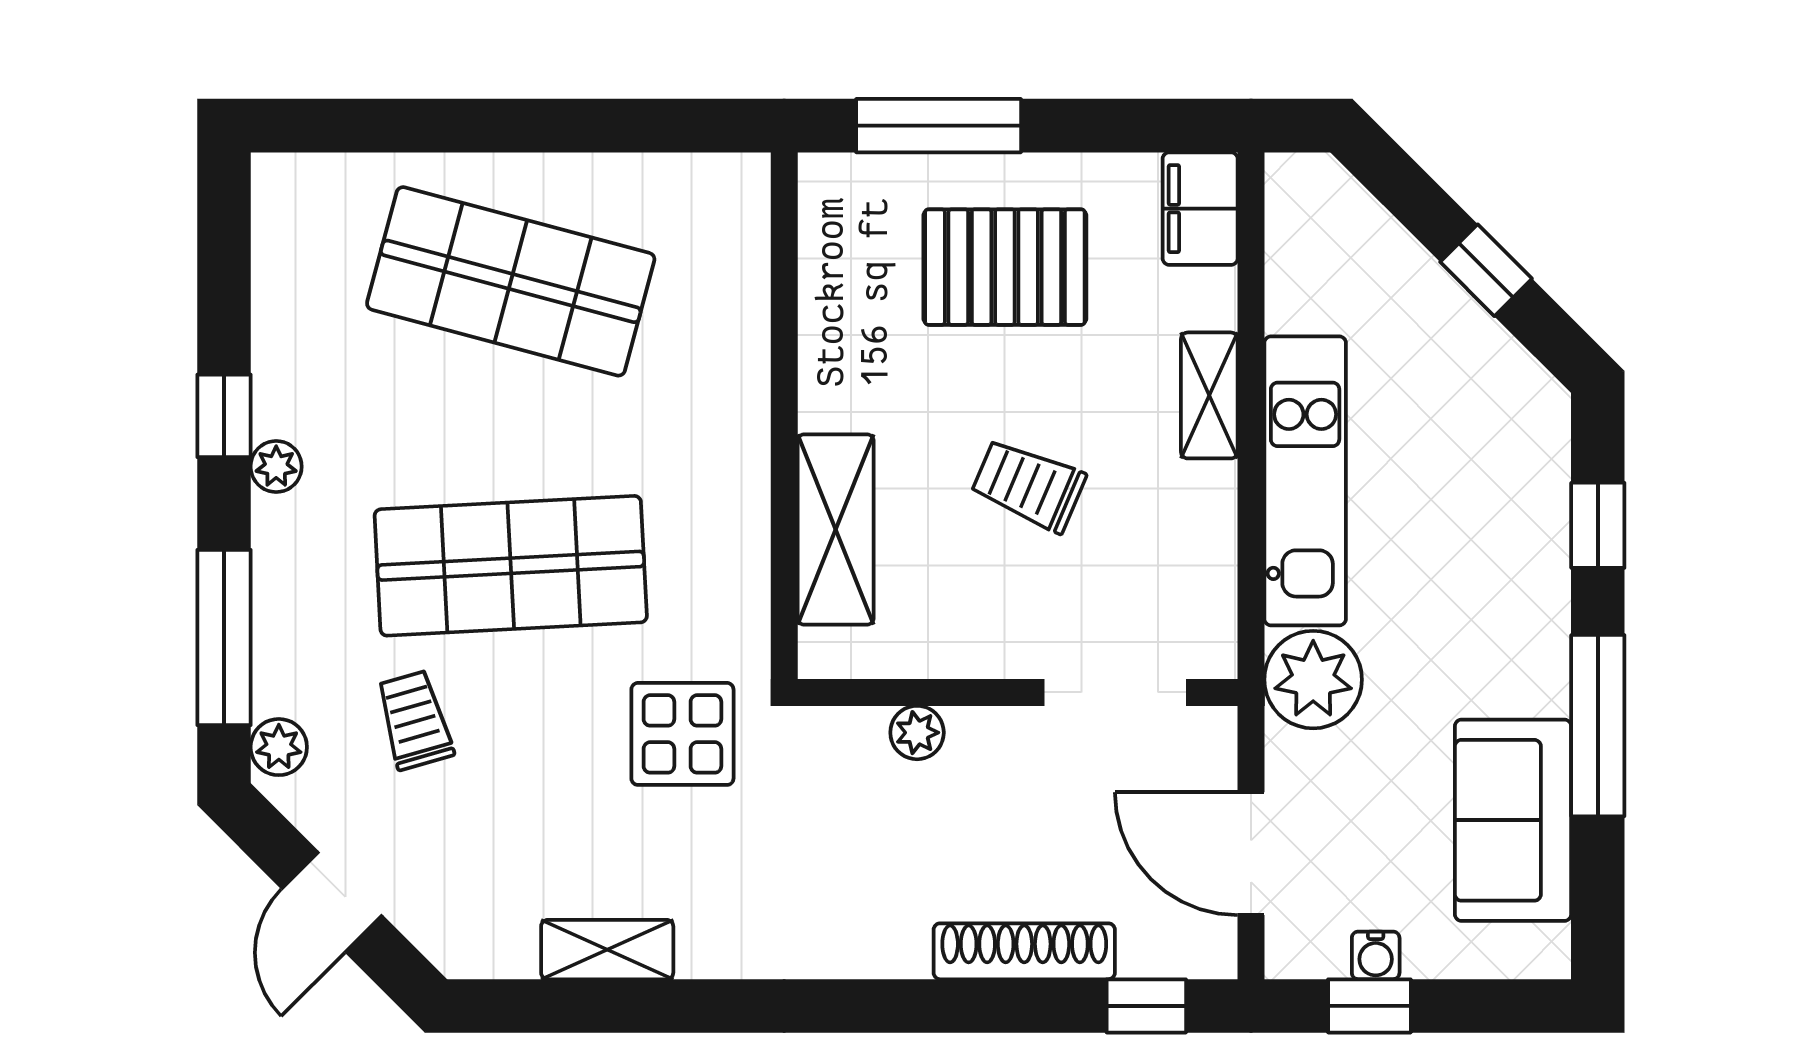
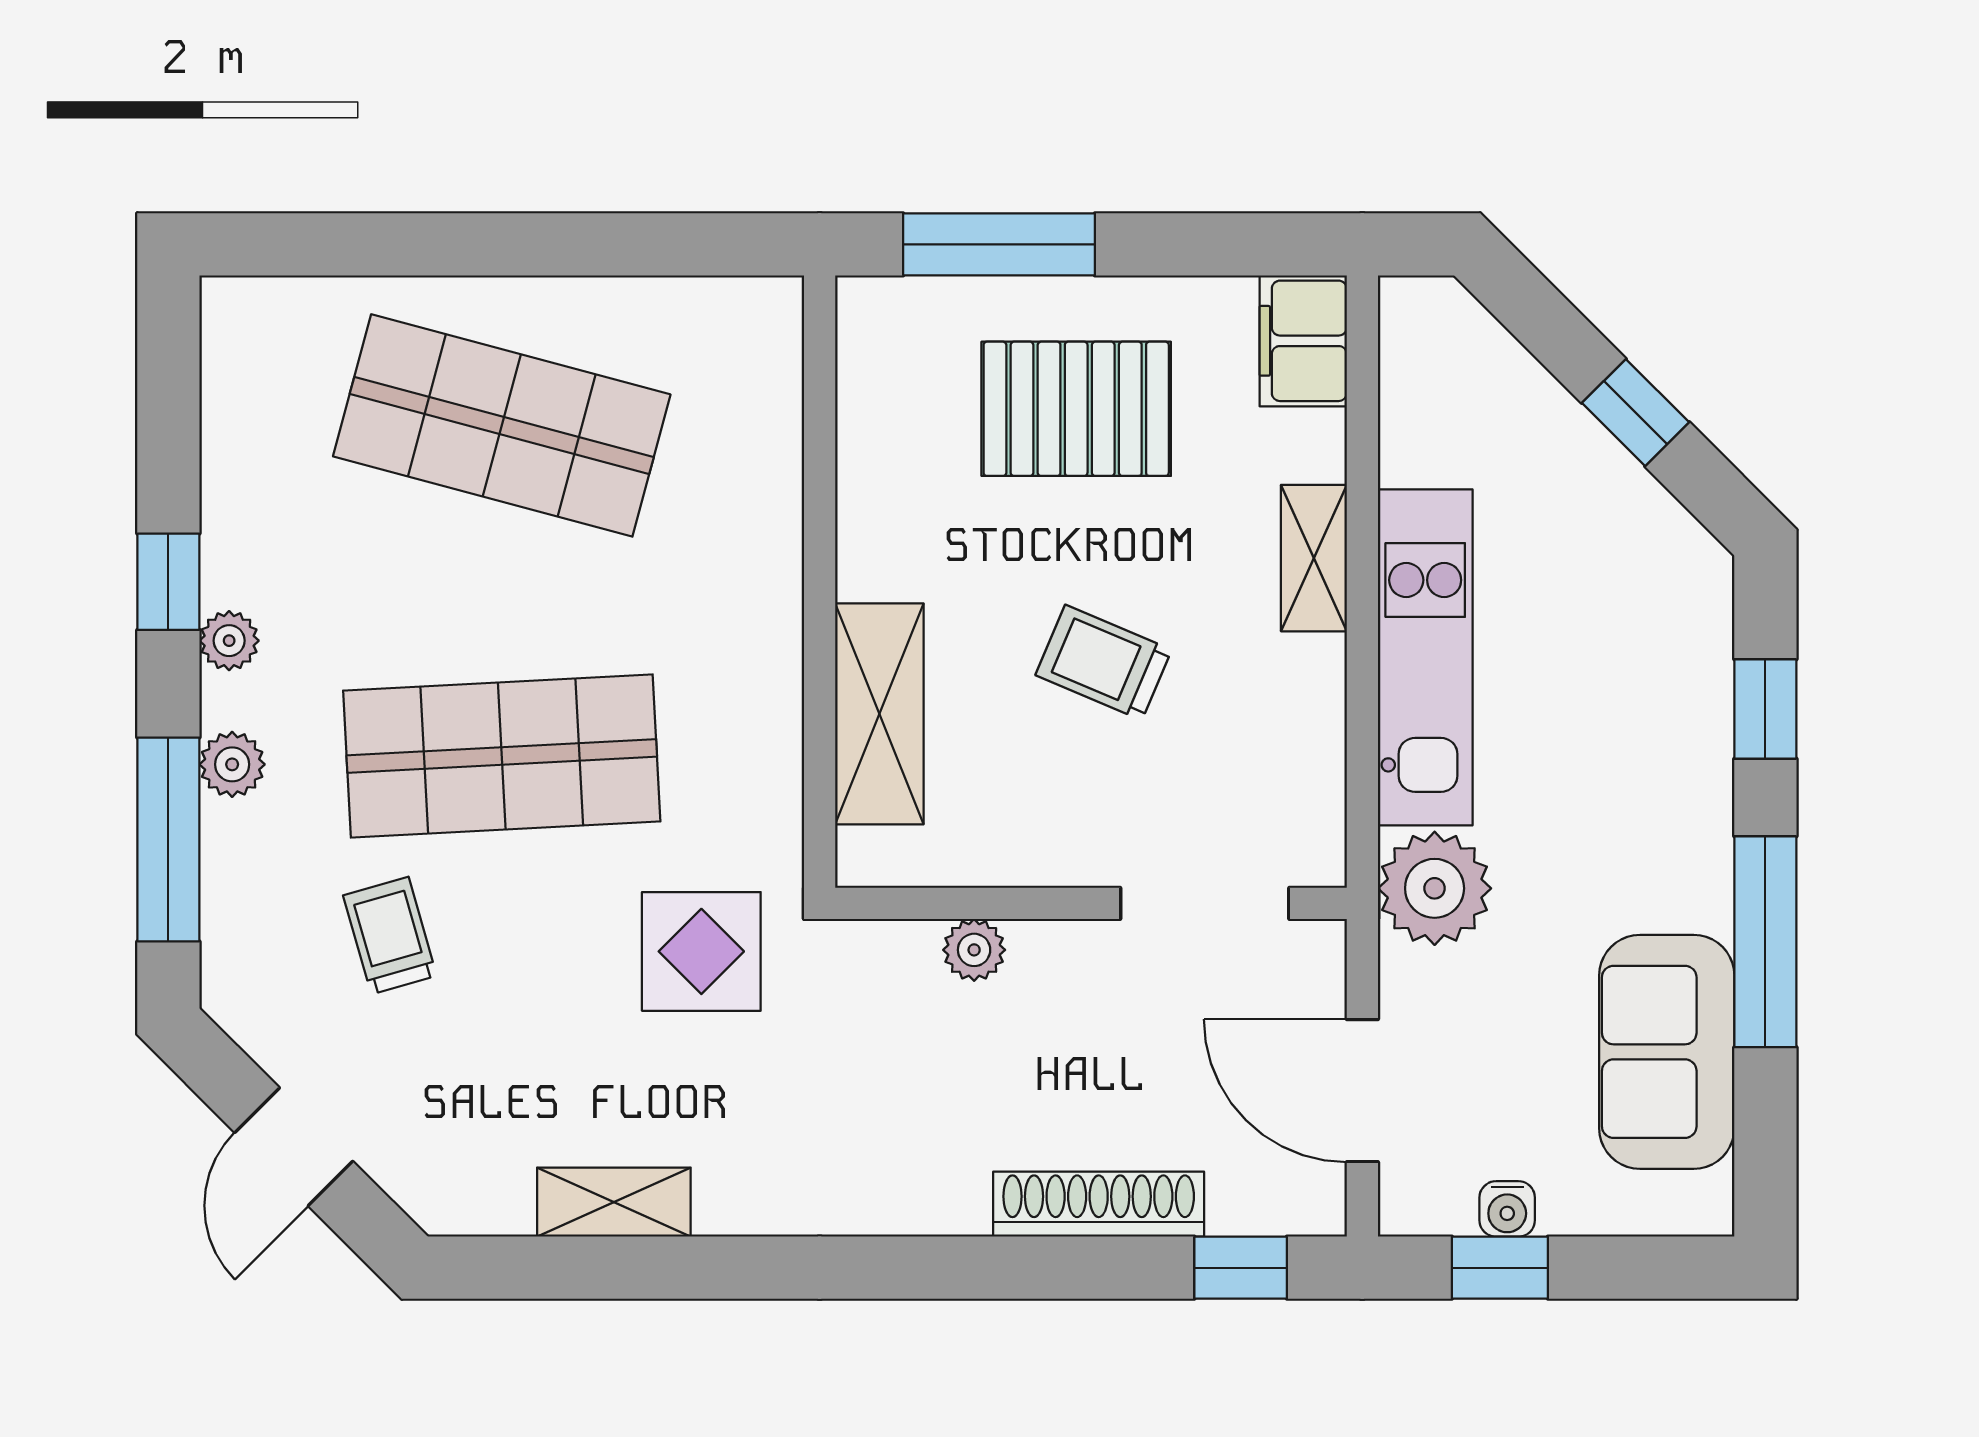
plant: (279, 747) -> (232, 764), moved

